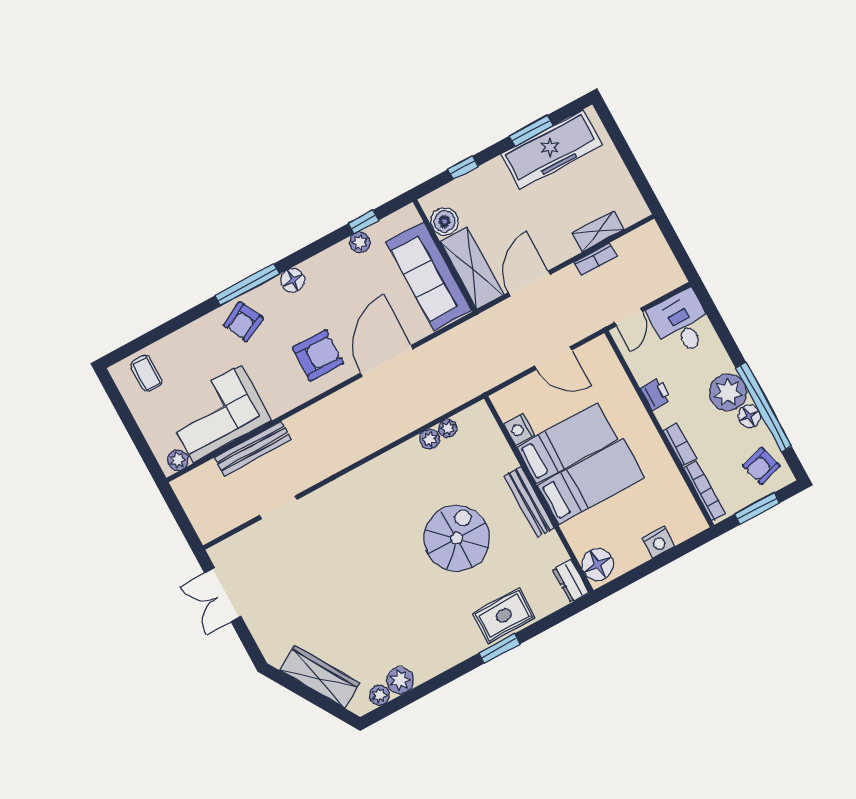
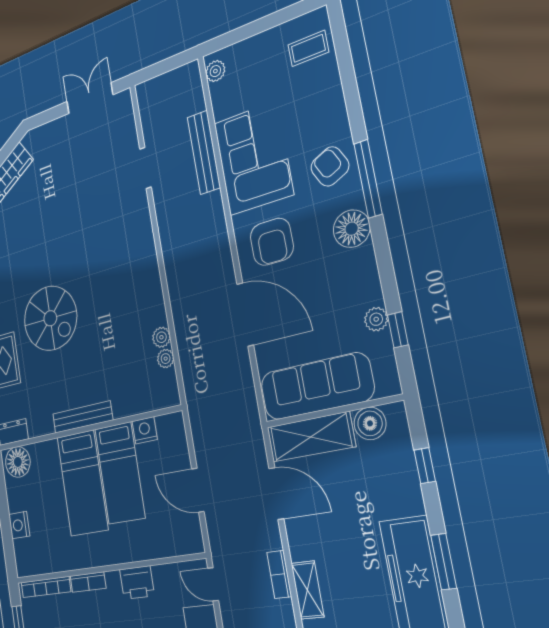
floor lamp: (293, 280) -> (352, 229), width x1.38, depth x1.38
door: (553, 358) -> (198, 490), hinge flipped
printer: (656, 394) -> (137, 583), width x1.36, depth x1.24
corner sofa: (217, 414) -> (253, 158), moved
spiral stairs: (457, 538) -> (50, 318), moved

